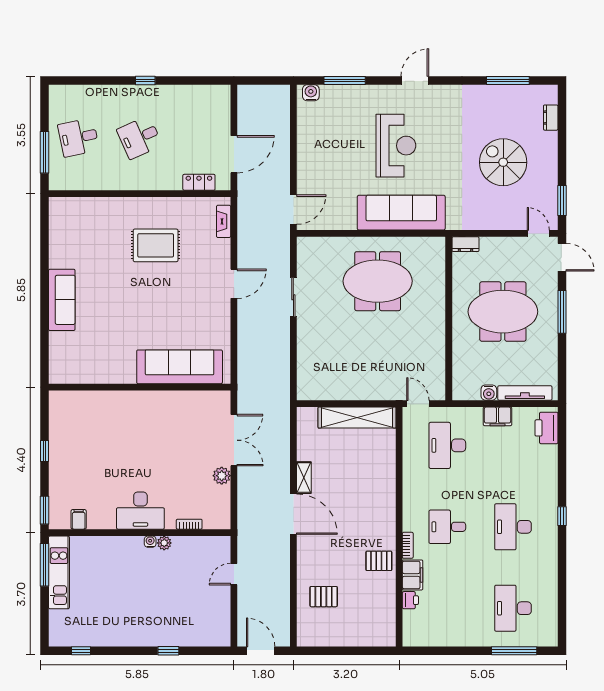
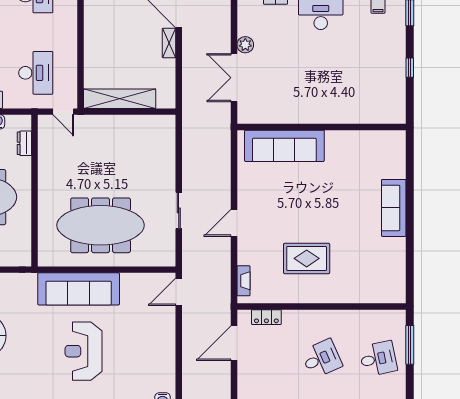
dresser: (465, 244) -> (24, 143), moved, turned -90
meeting table: (378, 281) -> (101, 225), width x1.36

